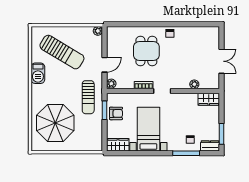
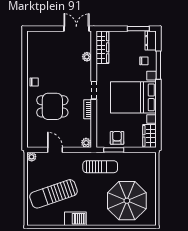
sun lounger: (62, 52) -> (53, 194), turned -140
double door: (221, 61) -> (76, 29), moved
door: (104, 65) -> (55, 150), moved
wardrobe: (209, 99) -> (102, 47), width x1.50
bed with nightstands: (148, 129) -> (133, 97), width x1.36

